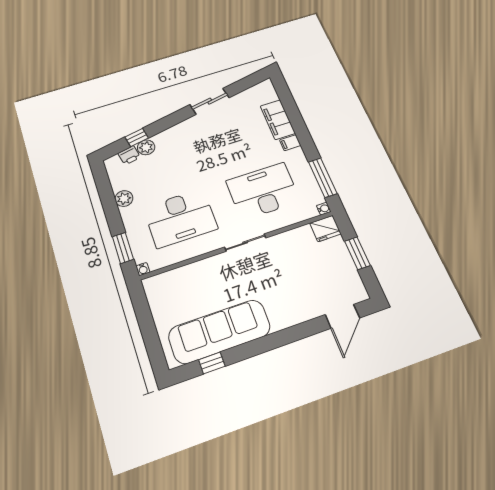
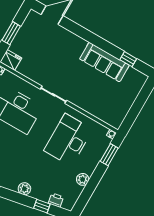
plant: (146, 147) -> (24, 189), moved
desk: (180, 218) -> (68, 140), turned -90
sofa: (219, 331) -> (104, 62), width x0.74, depth x0.79

